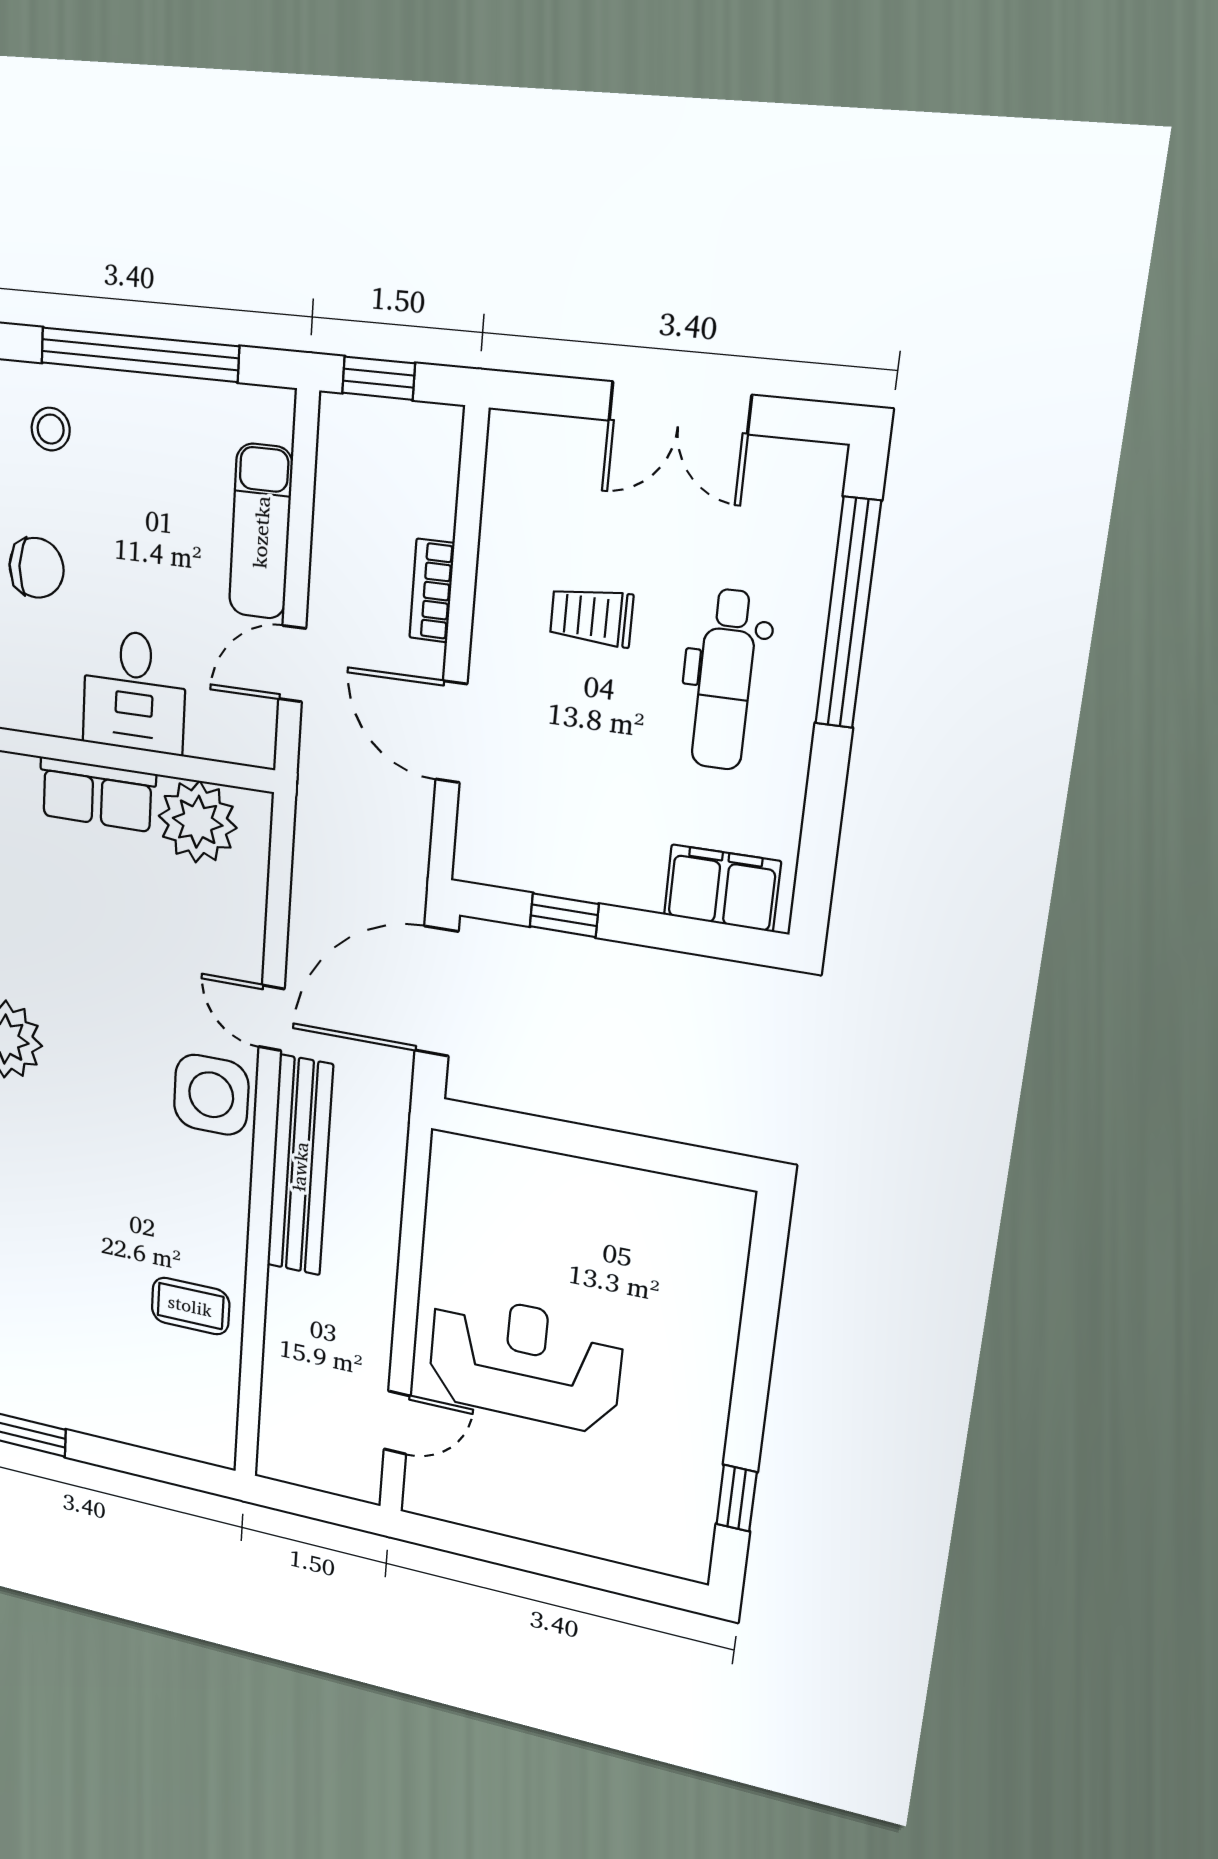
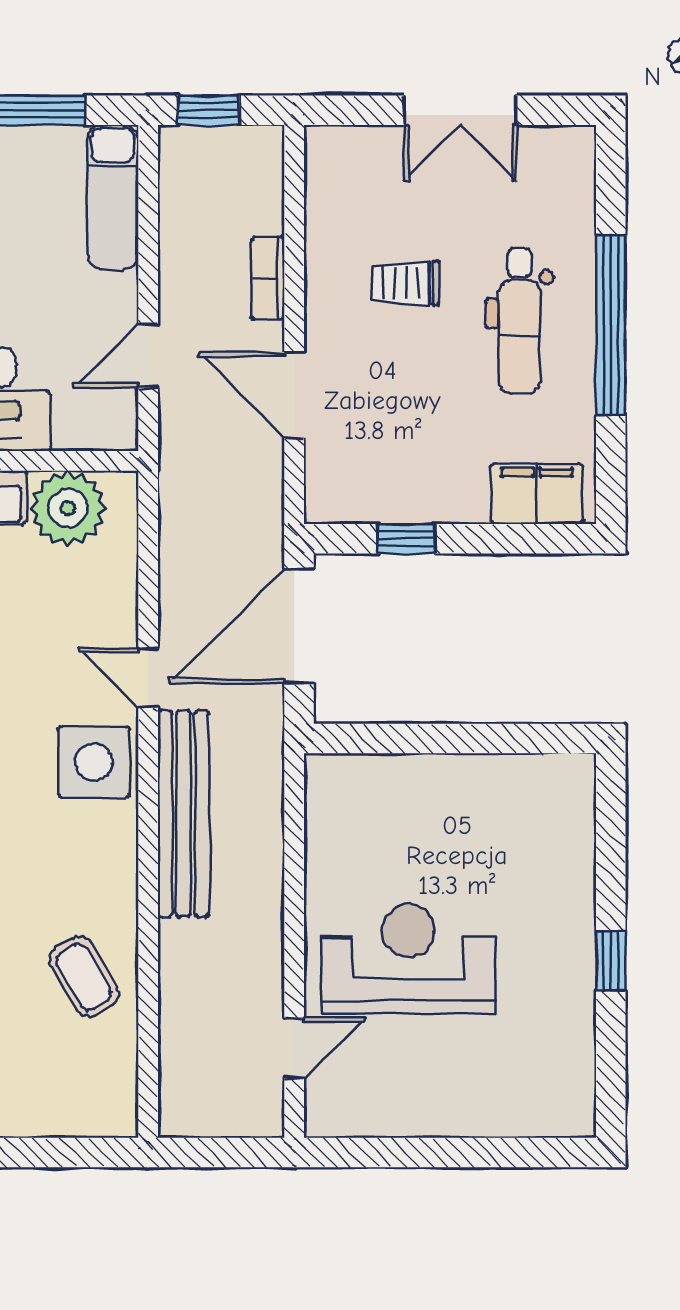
exam couch: (261, 532) -> (113, 197), moved
window: (848, 613) -> (611, 325), moved
coffee table: (190, 1306) -> (84, 977), turned 60
window: (737, 1498) -> (611, 961), moved

